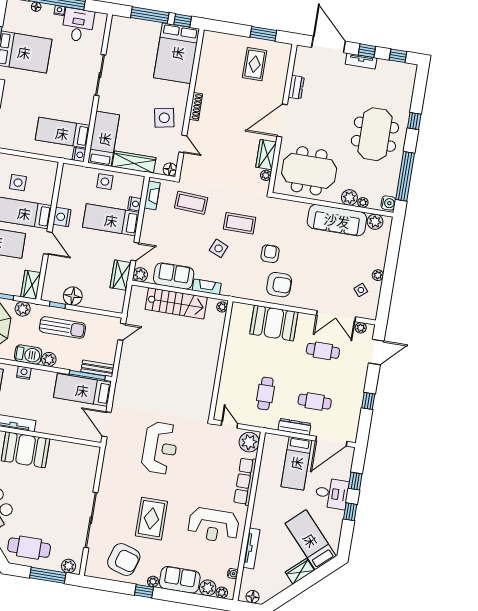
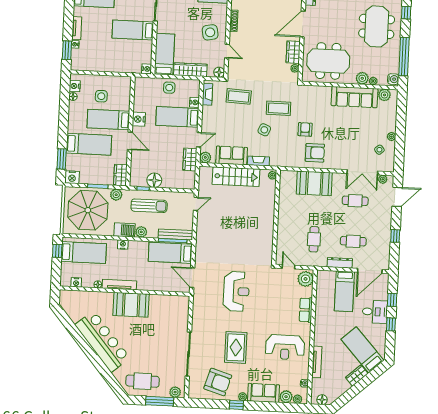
bed: (62, 133) -> (133, 30), moved
bench: (97, 368) -> (176, 234), width x1.36
row of seats: (245, 481) -> (306, 310), width x0.68

